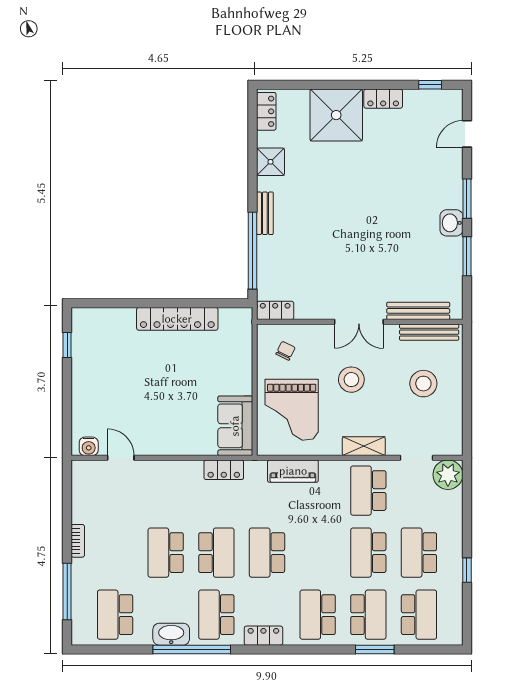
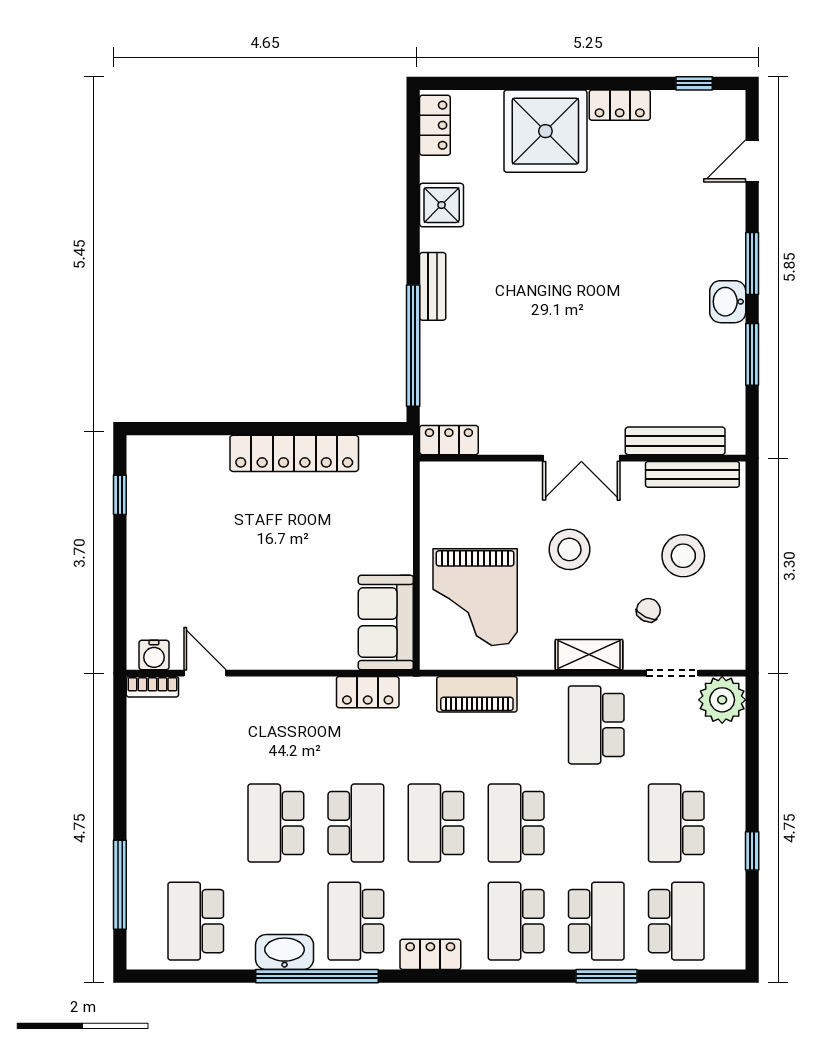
chair: (286, 351) -> (648, 610), moved
bookcase: (78, 541) -> (152, 687), moved, turned 90
school desk: (368, 553) -> (516, 823), moved

